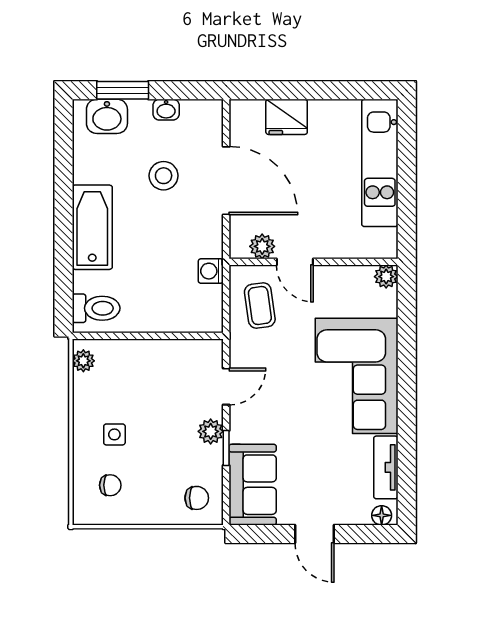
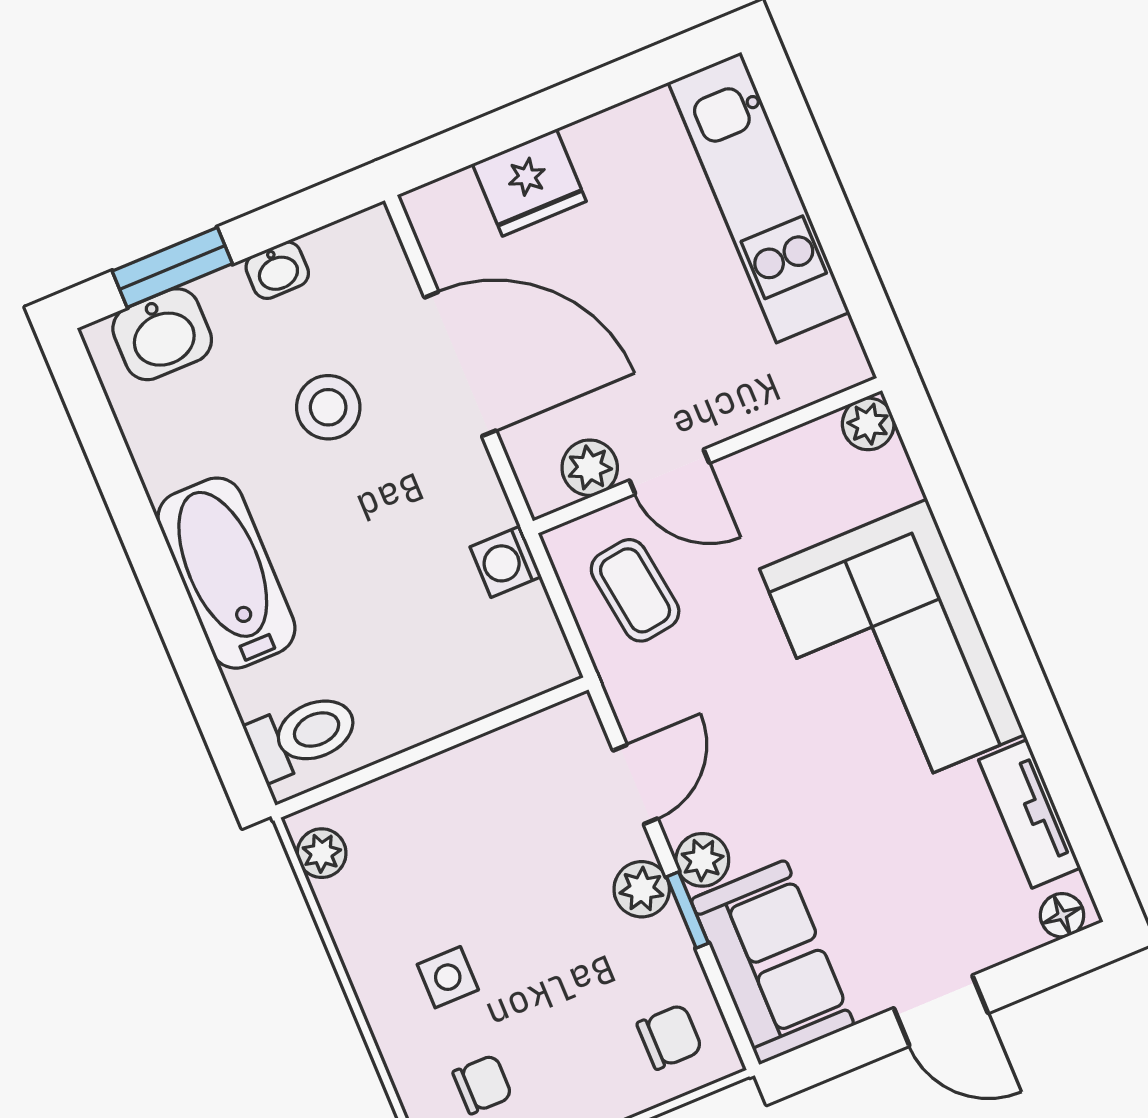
plant: (241, 430) -> (702, 860), added

